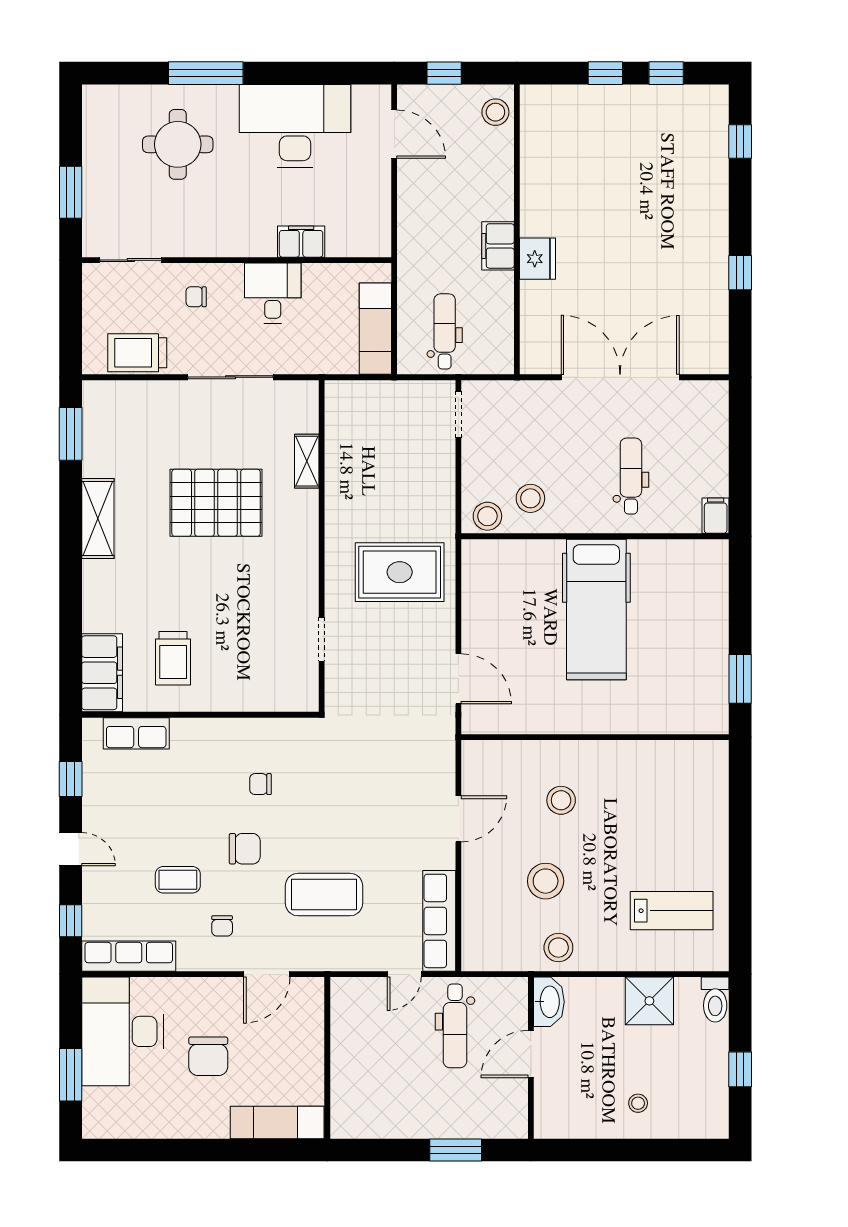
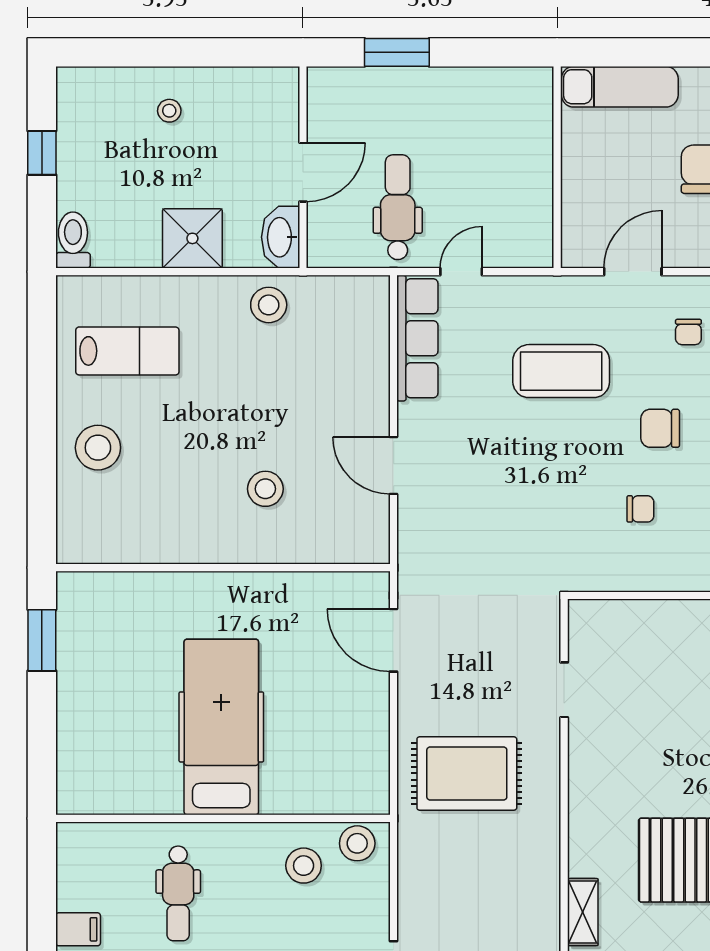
filing cabinet: (716, 516) -> (78, 929), moved, turned -90
door: (458, 819) -> (394, 466), hinge flipped
stool: (546, 881) -> (98, 448), moved
lab bench: (672, 911) -> (127, 351), turned 180
chair: (222, 926) -> (688, 332), turned 180
shower: (649, 1001) -> (192, 238), moved

